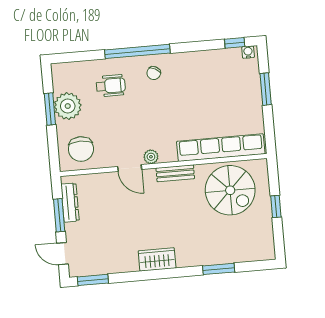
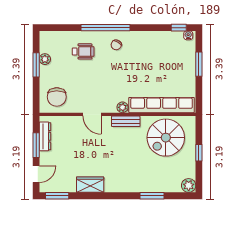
plant: (68, 106) -> (45, 59), width x0.53, depth x0.53
plant: (151, 157) -> (122, 107), moved
spiral stairs: (230, 190) -> (166, 138), turned 90
plant: (266, 251) -> (189, 185), added
door: (62, 254) -> (36, 174), swing flipped
wardrobe: (157, 259) -> (90, 185), moved

